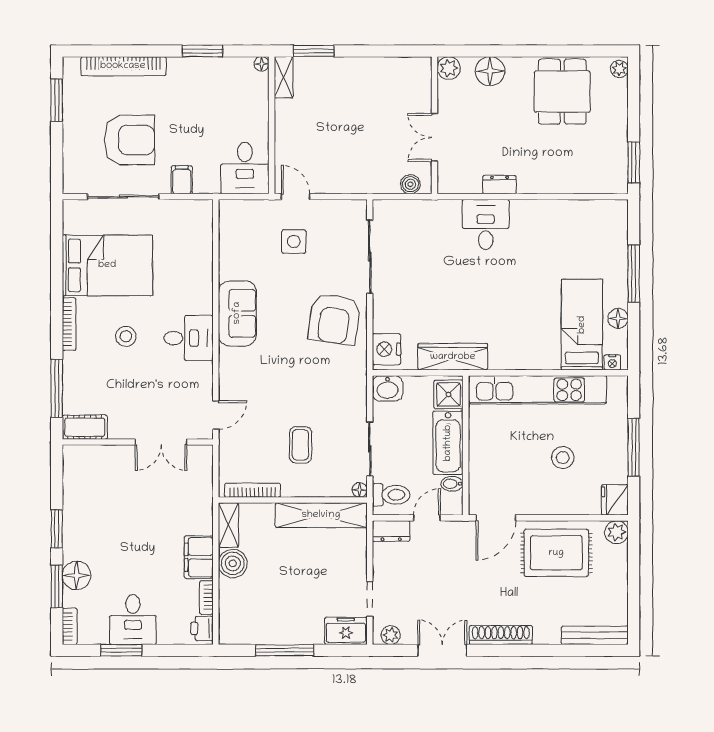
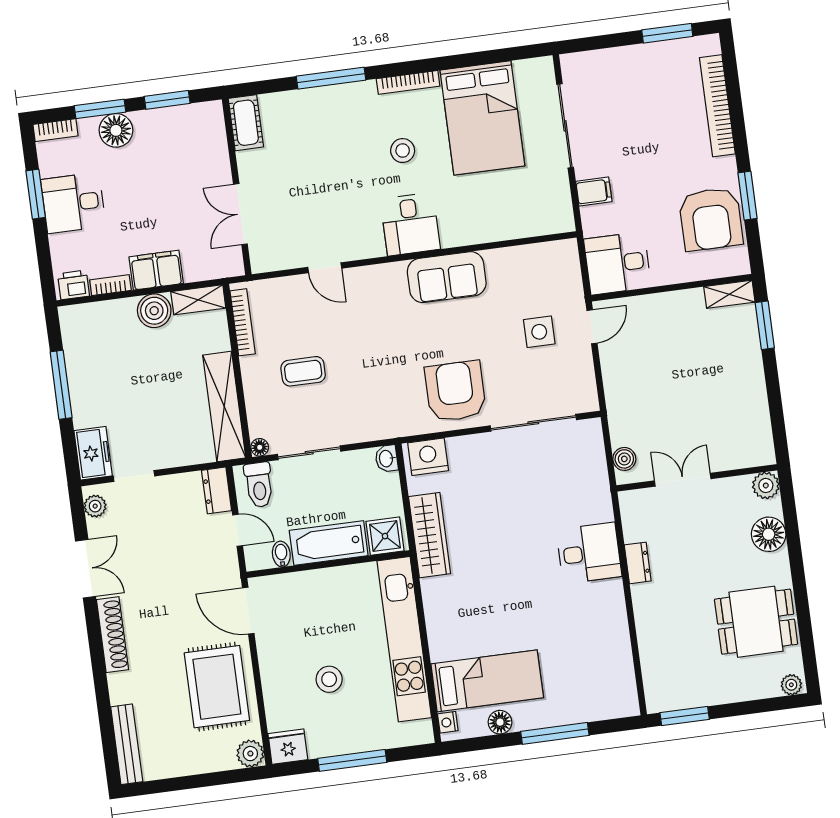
floor lamp: (262, 64) -> (742, 267), removed
armchair: (129, 140) -> (711, 219), moved
armchair: (334, 319) -> (455, 391), turned 82
washbasin: (388, 388) -> (387, 459), width x0.72, depth x0.69
cot: (85, 427) -> (246, 123), moved
wall: (138, 442) -> (237, 187), moved
double door: (161, 442) -> (240, 214), moved

